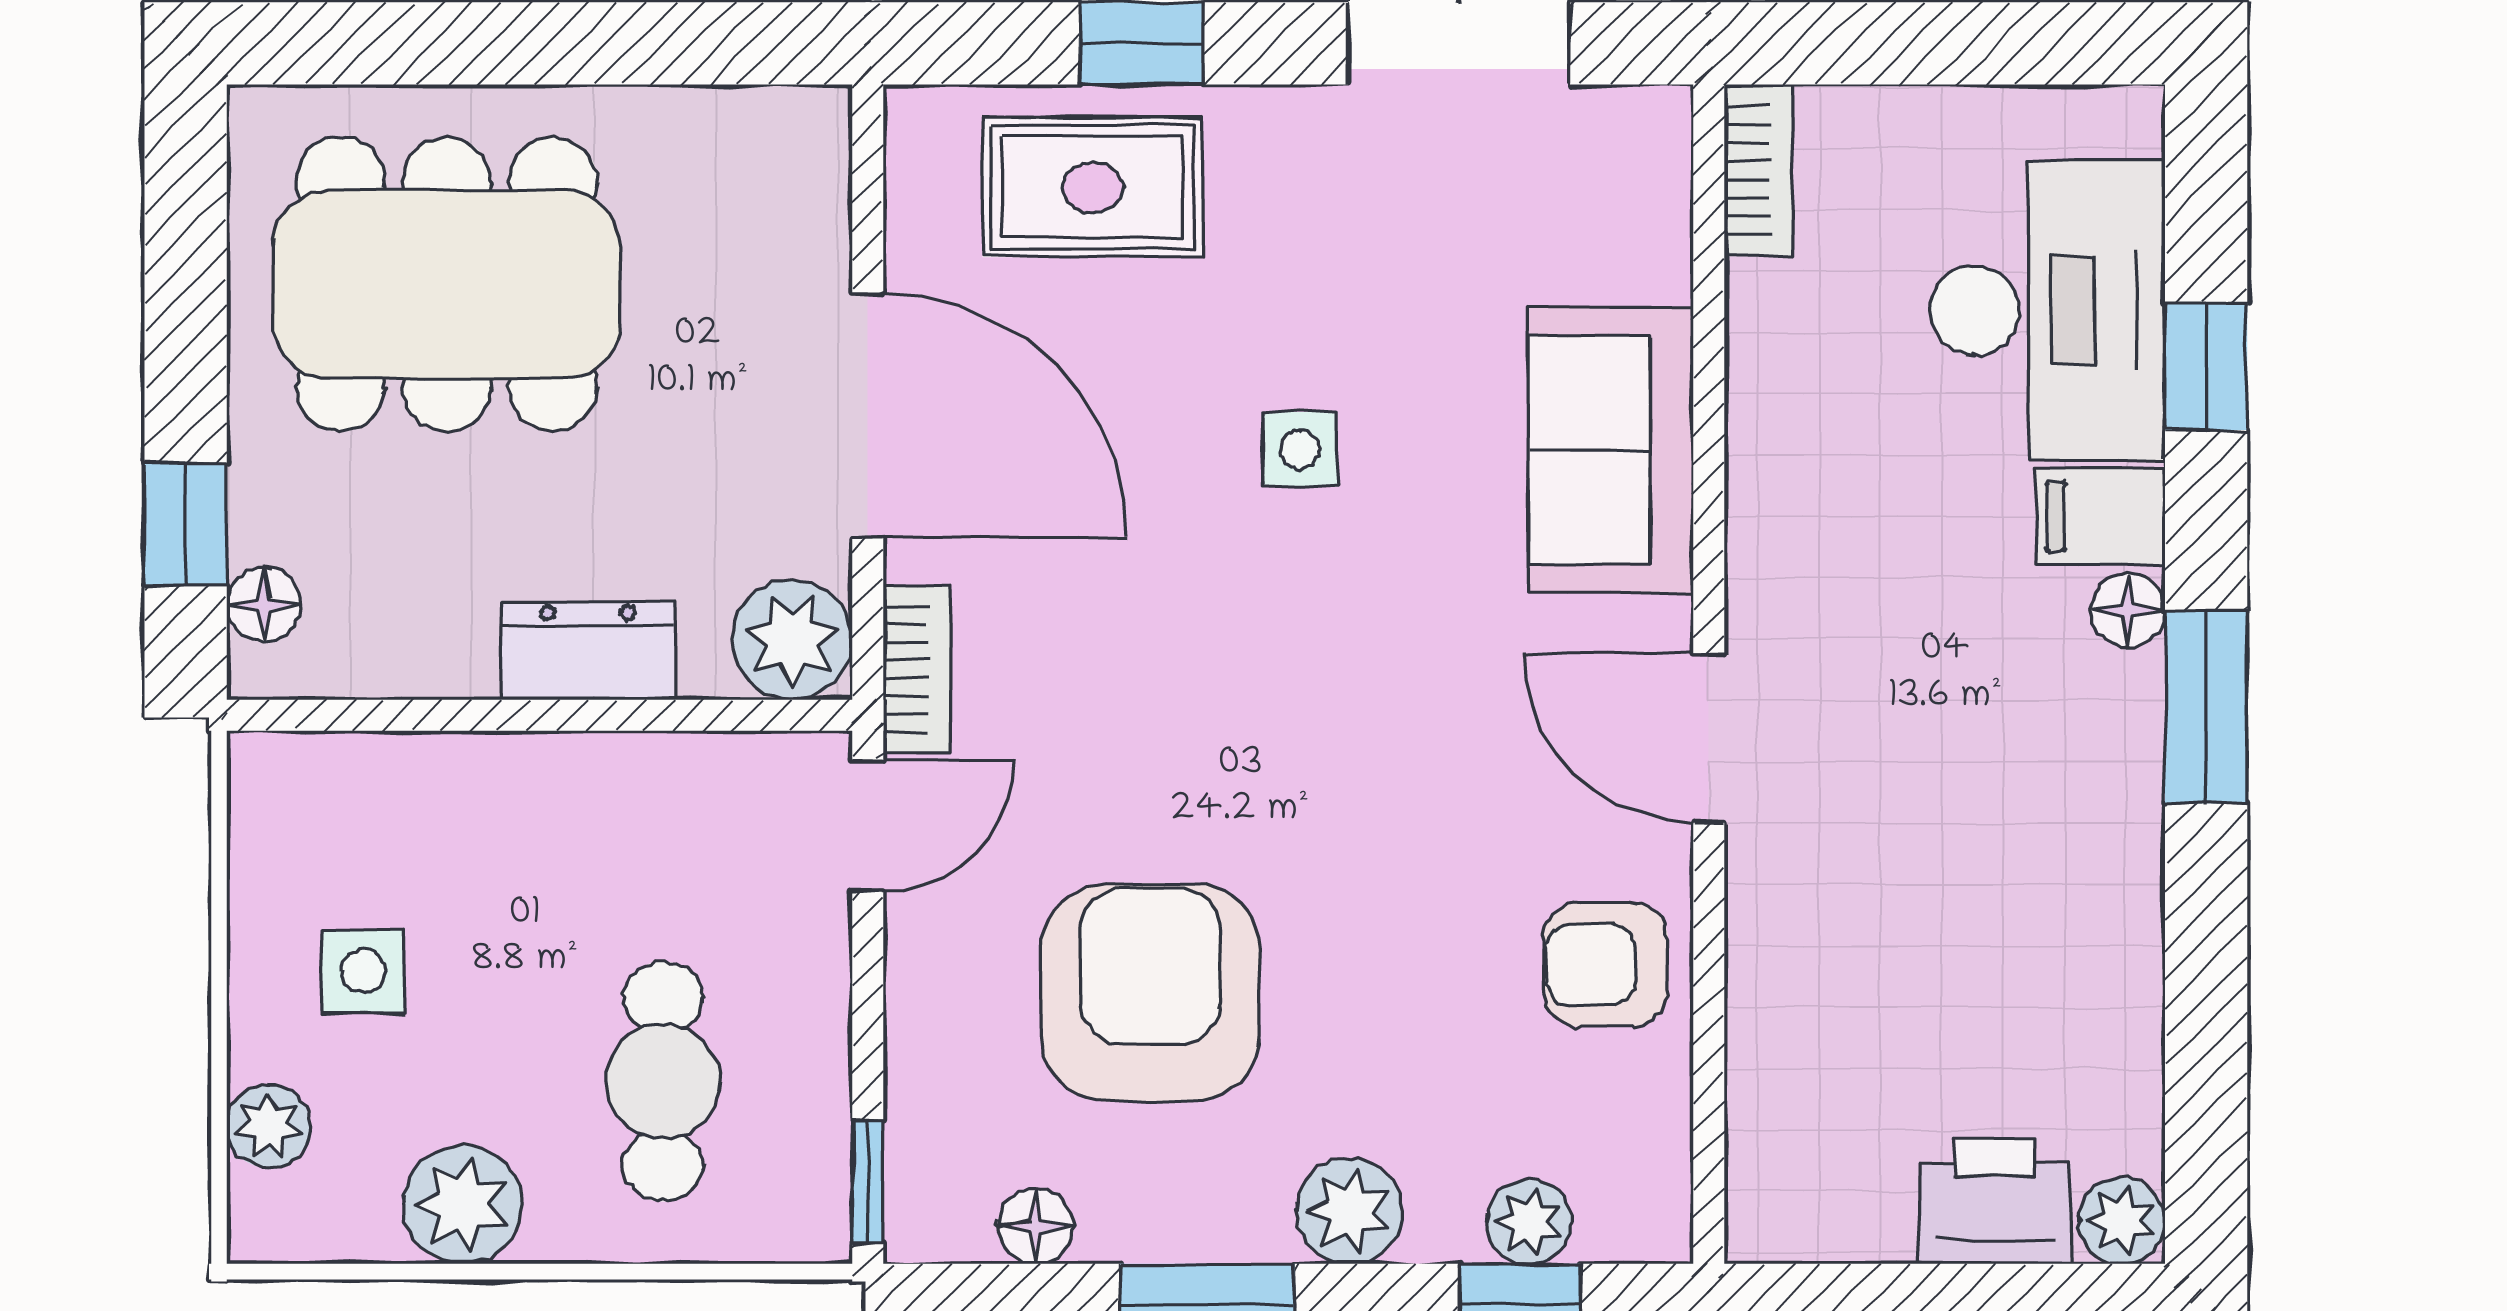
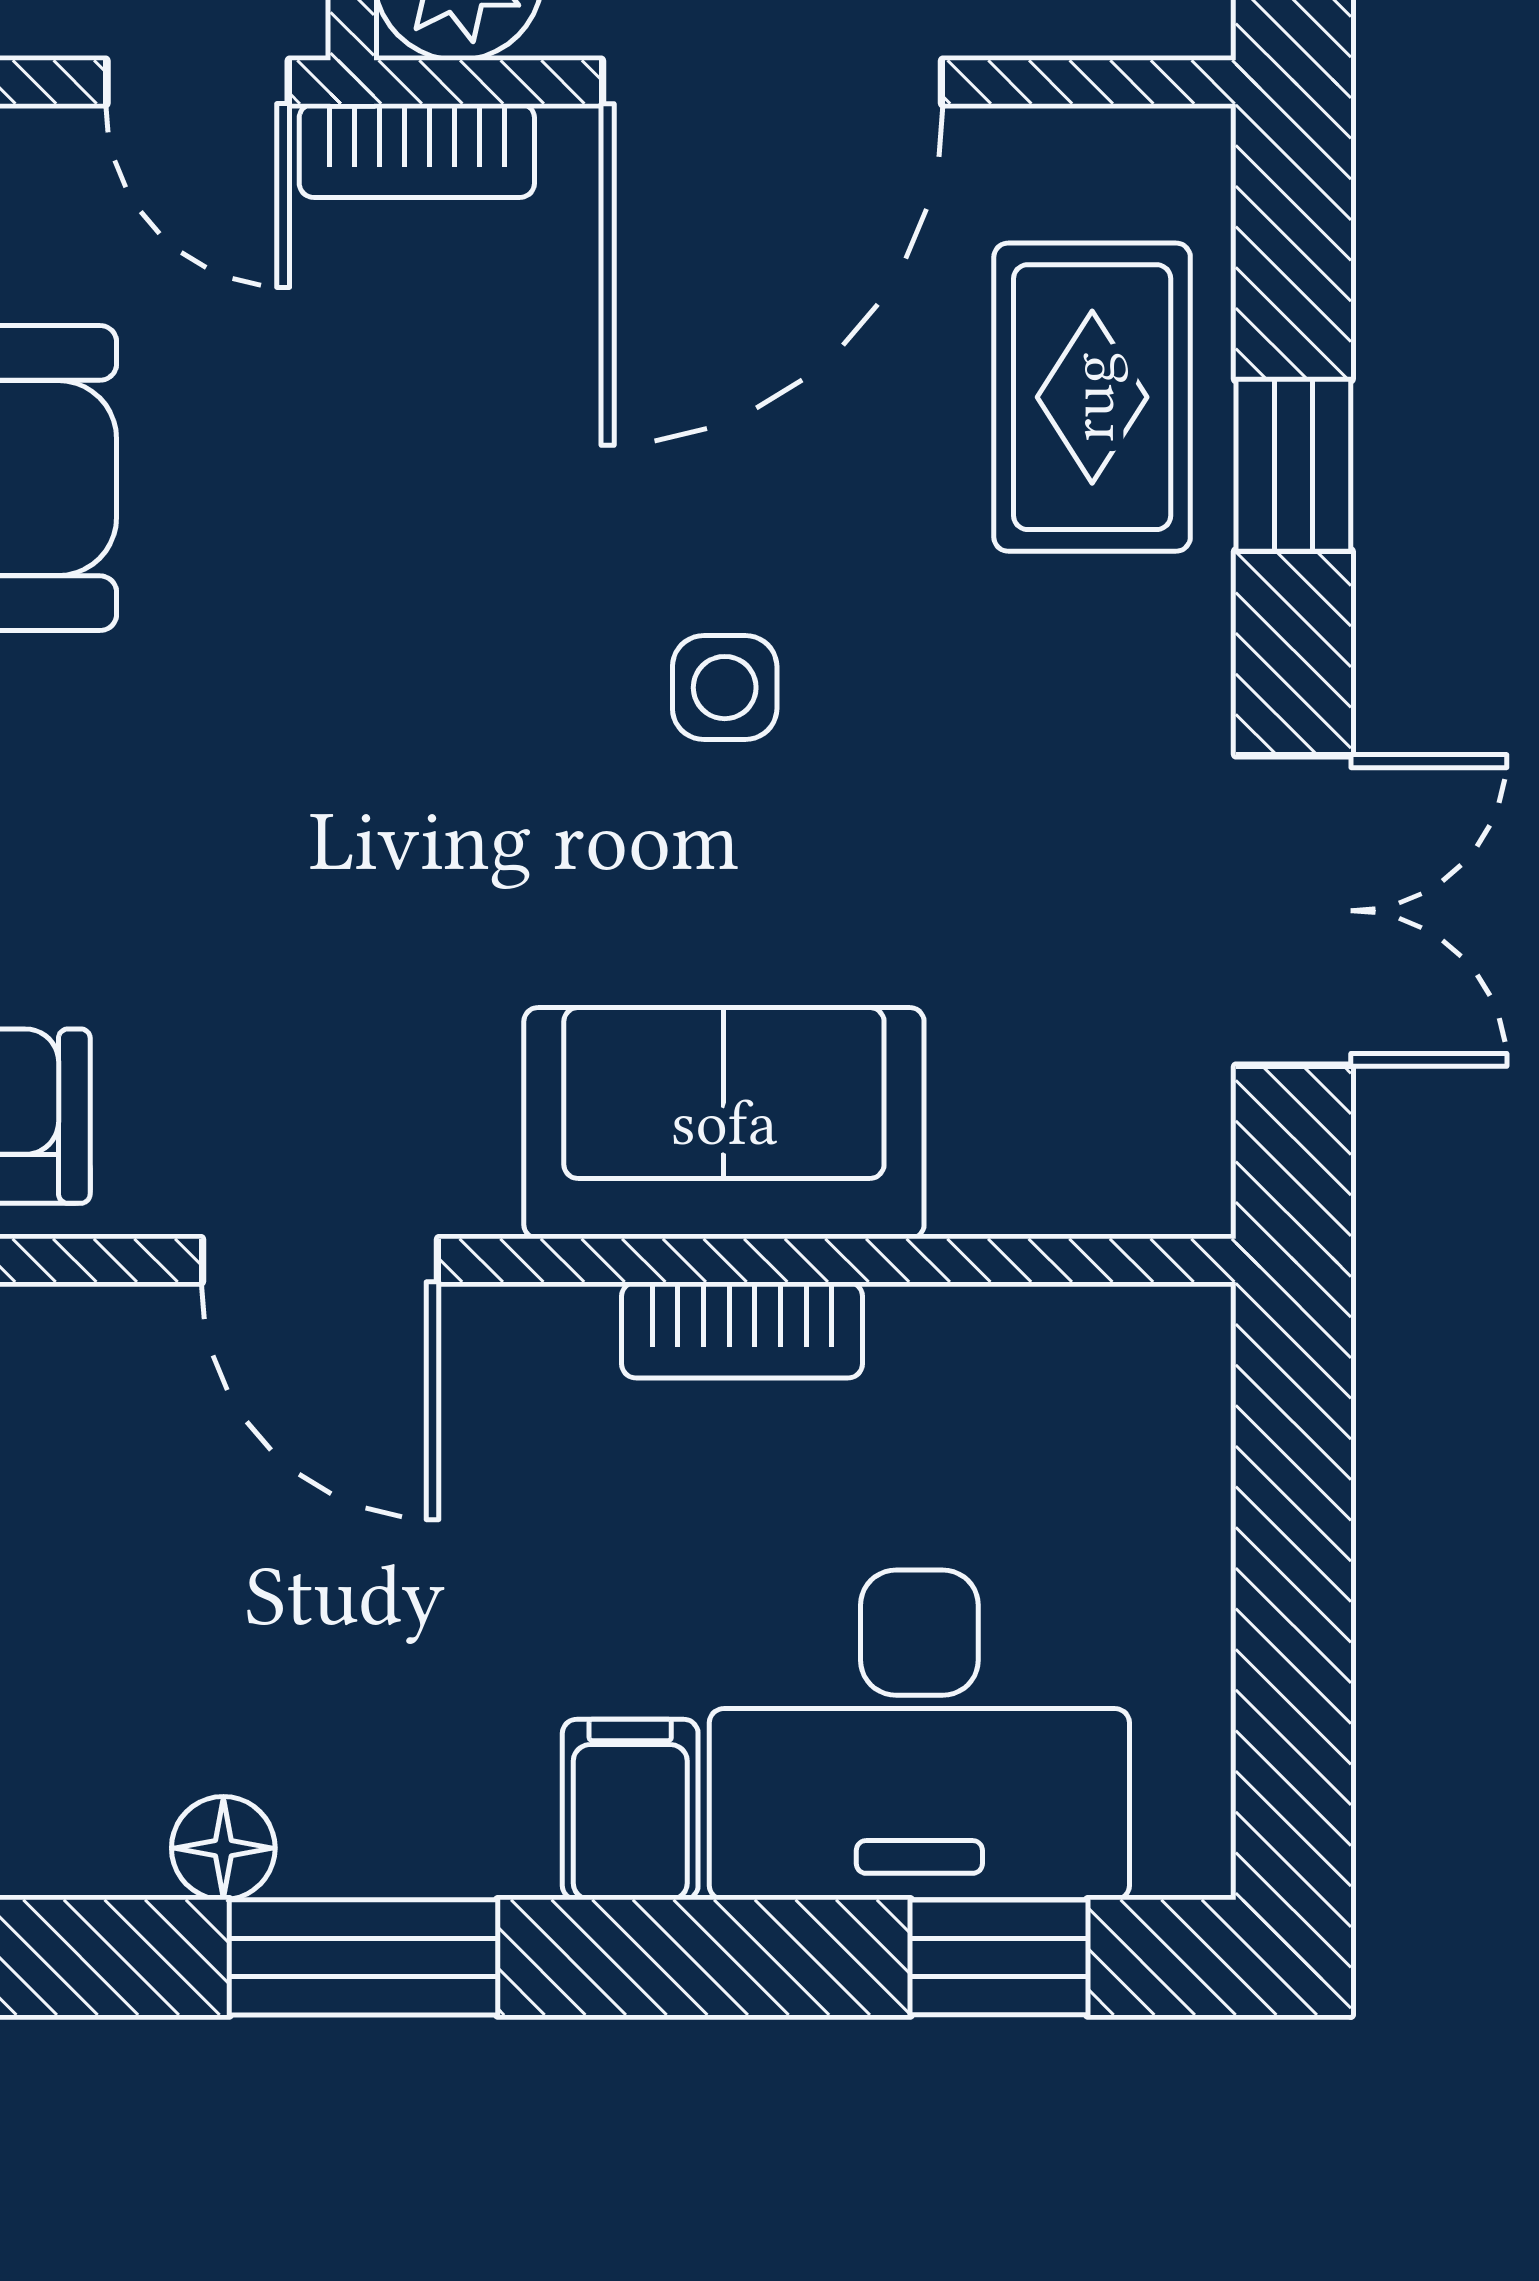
bookcase: (1758, 170) -> (742, 1330), moved
window: (2206, 366) -> (999, 1957), moved
floor lamp: (2128, 610) -> (223, 1848), moved
door: (1709, 738) -> (320, 1260), swing flipped

